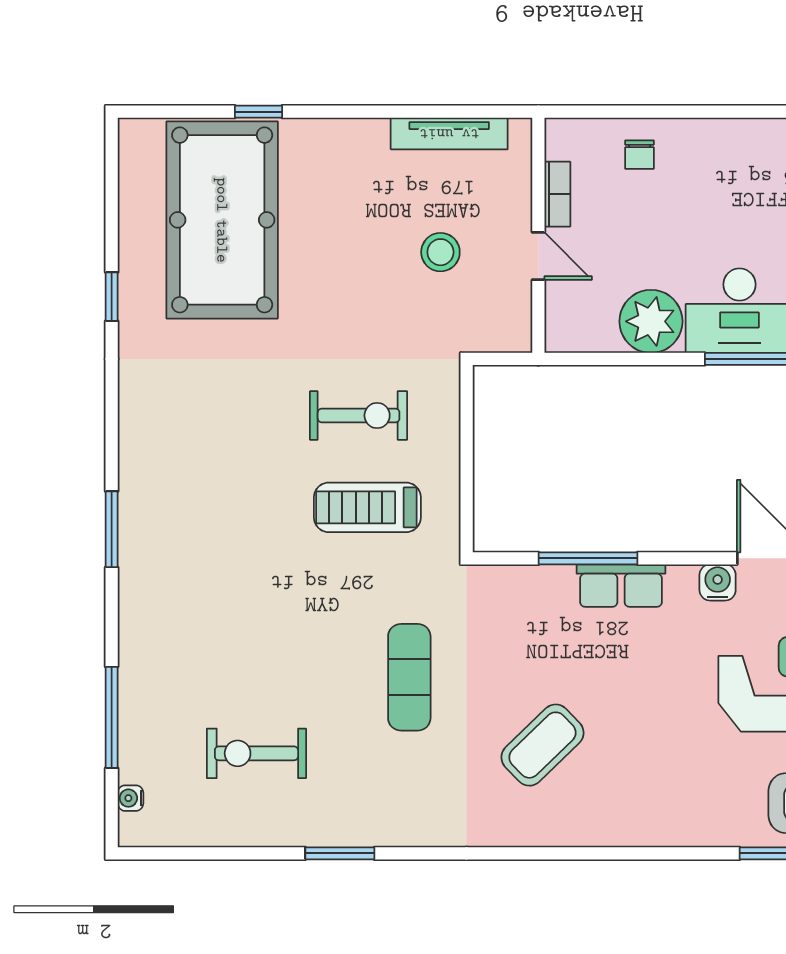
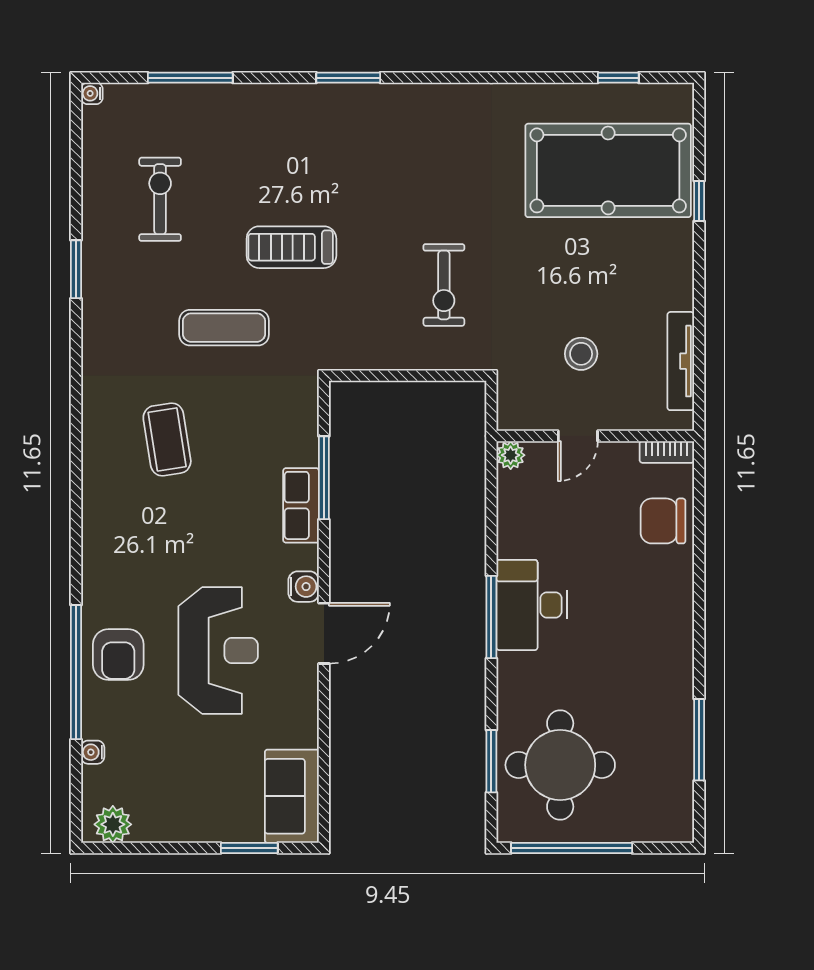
chair: (639, 155) -> (663, 521), width x1.87, depth x1.87
bookcase: (557, 194) -> (667, 452), moved
window: (112, 297) -> (618, 78), moved
plant: (651, 321) -> (511, 455), moved, width x0.53, depth x0.53
treadmill: (367, 507) -> (291, 247), moved, turned -90
coffee table: (542, 745) -> (167, 439), turned 35
water cooler: (130, 798) -> (92, 93), moved, turned -90

